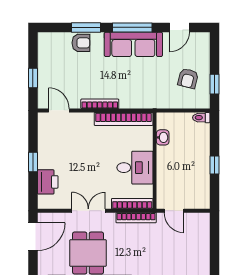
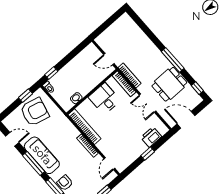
armchair: (188, 78) -> (35, 112), width x1.88, depth x1.88
window: (215, 165) -> (51, 73), moved
door: (174, 211) -> (109, 59), swing flipped

